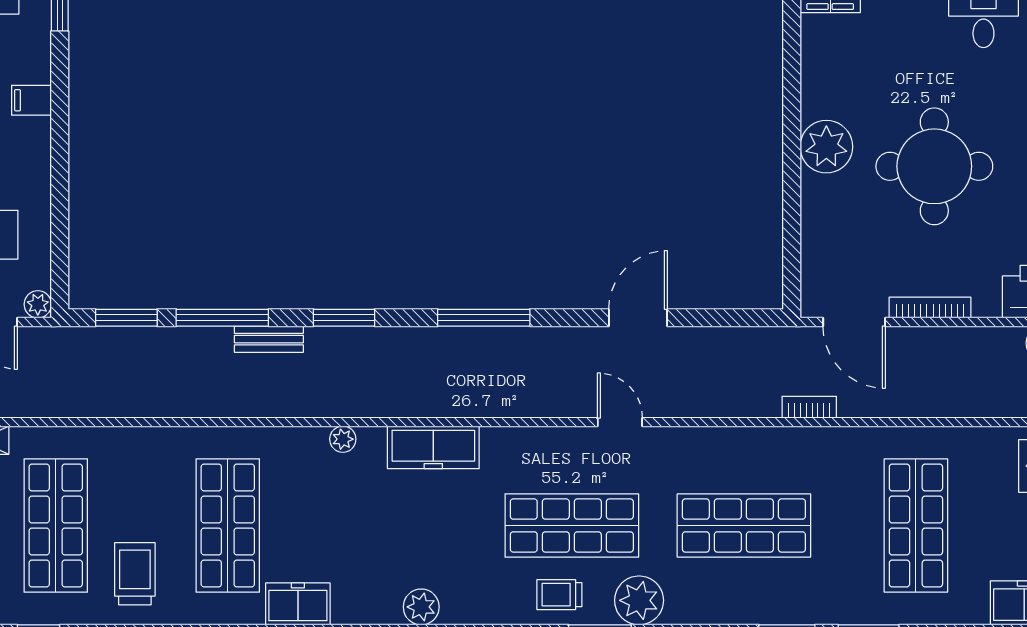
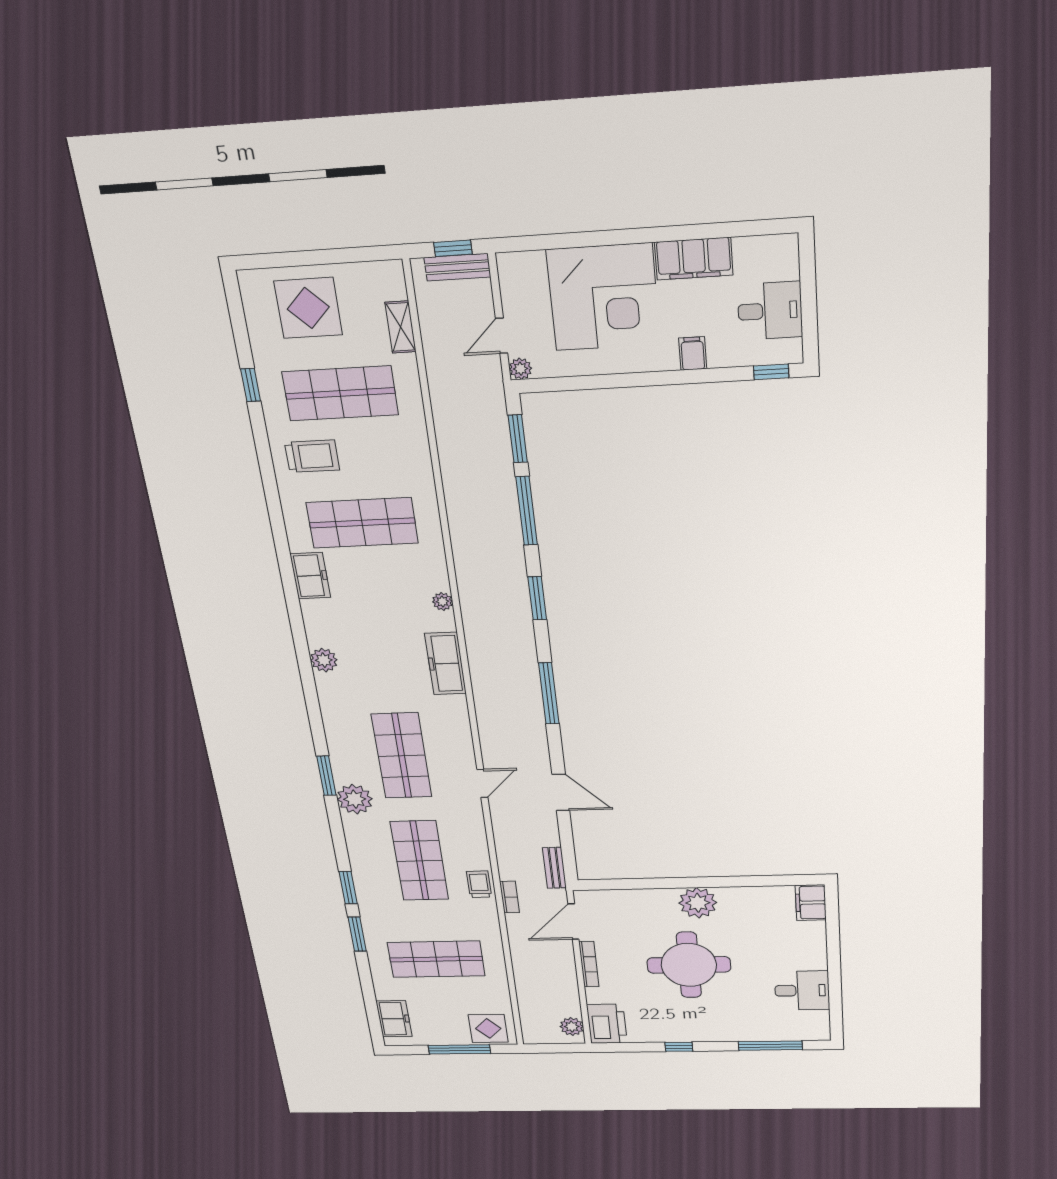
bench: (269, 339) -> (554, 868), moved
trolley: (559, 595) -> (479, 884), moved

